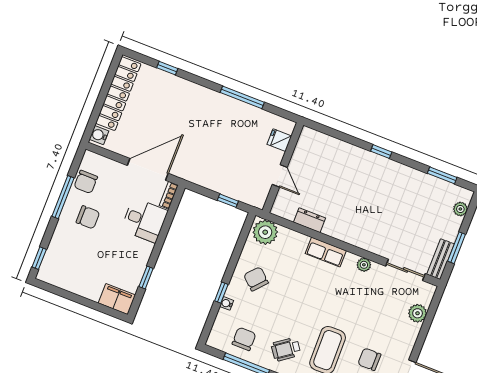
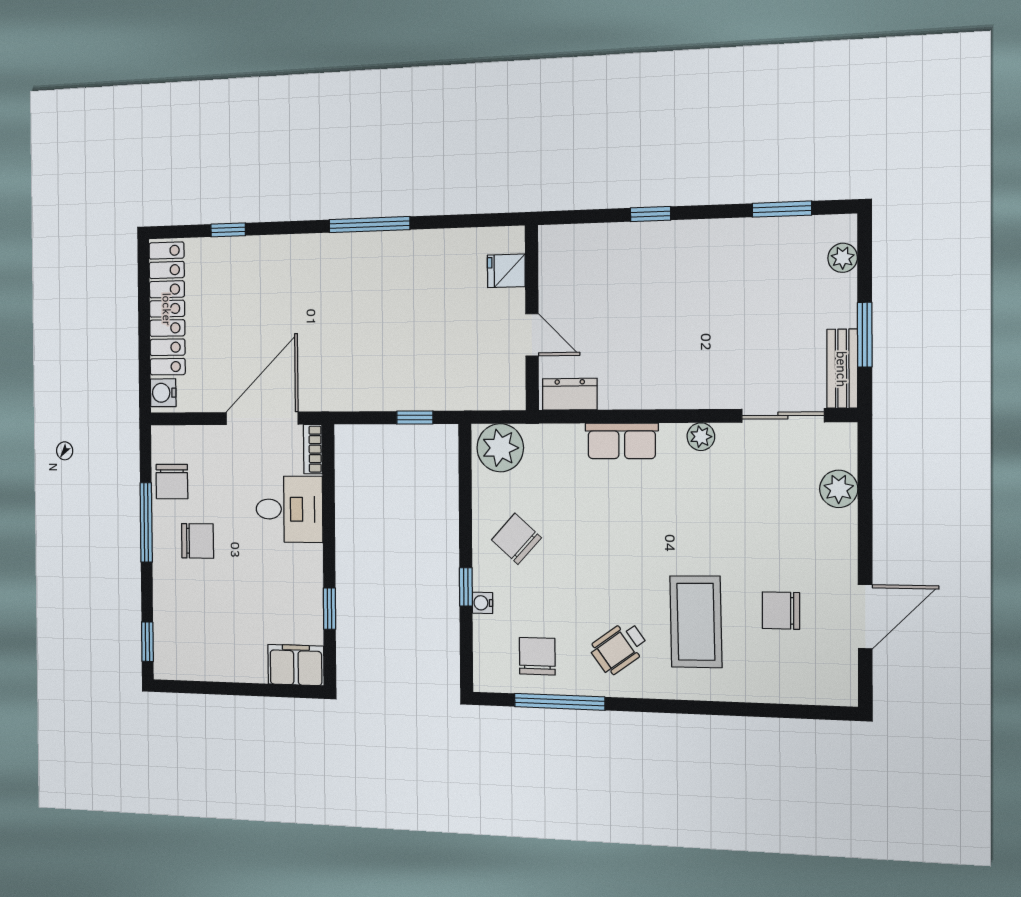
fridge: (279, 140) -> (506, 271), moved
wall: (283, 168) -> (532, 318), moved
door: (280, 176) -> (532, 335), moved

